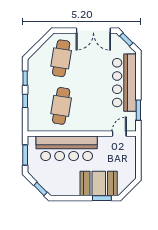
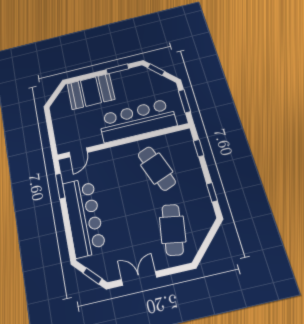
double door: (93, 31) -> (139, 278), width x0.73
window: (25, 101) -> (199, 148), moved
cafe table: (61, 106) -> (157, 168), turned -30
window: (102, 198) -> (117, 69), moved

